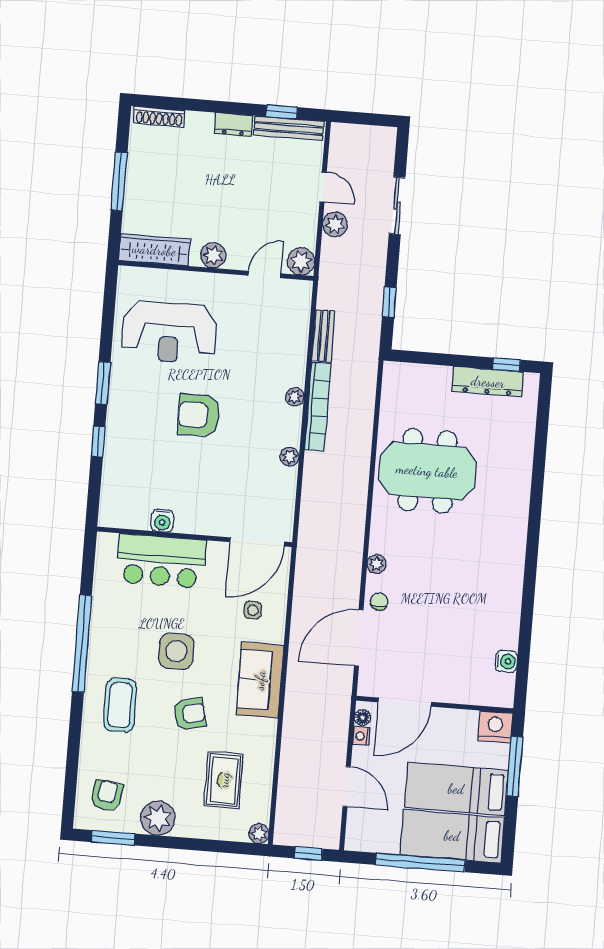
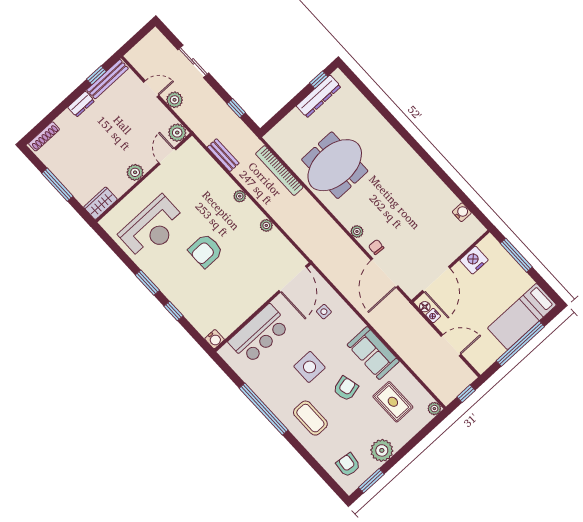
wardrobe: (154, 250) -> (100, 203), width x0.67
bookcase: (318, 407) -> (279, 171), moved, turned 180
water cooler: (162, 521) -> (215, 339), moved
sofa: (260, 680) -> (373, 353), moved
nightstand: (495, 727) -> (474, 260), moved
bed: (456, 789) -> (501, 293), removed

